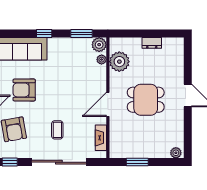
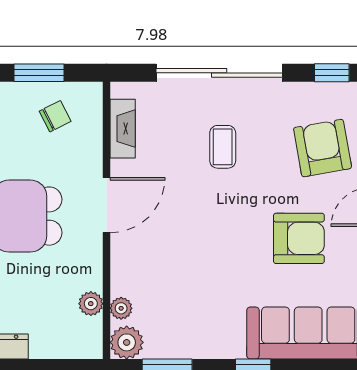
plant: (119, 62) -> (91, 304), width x0.53, depth x0.53
chair: (130, 143) -> (55, 116), added

